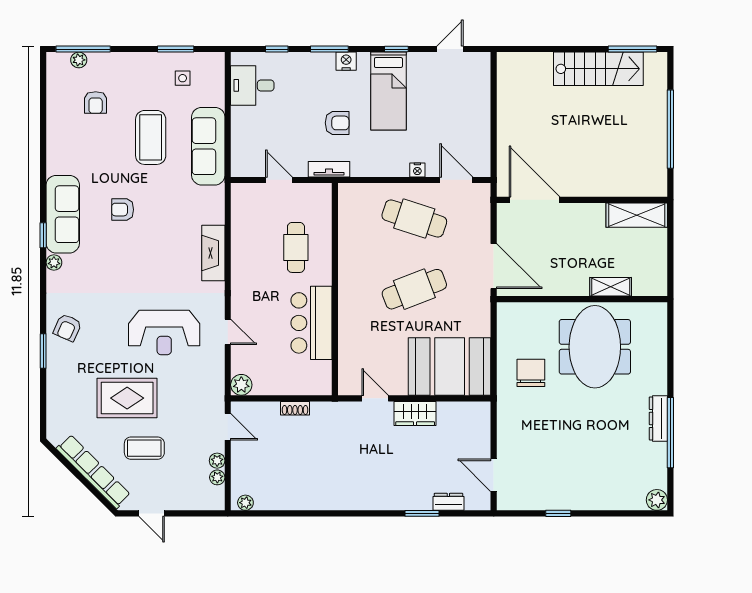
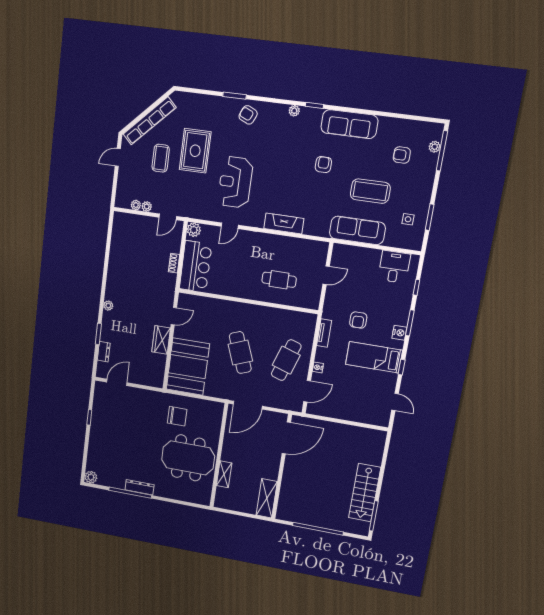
tv unit: (329, 169) -> (324, 333), moved
sofa: (63, 214) -> (349, 124), moved
bar counter: (312, 323) -> (196, 267), moved, turned 90
plant: (245, 503) -> (108, 306), moved

